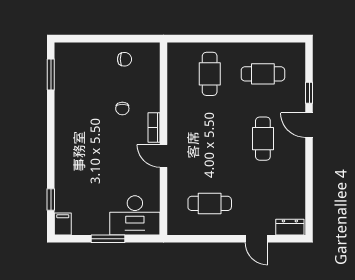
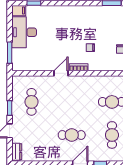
desk: (135, 215) -> (24, 32), moved
window: (108, 239) -> (10, 53), moved
window: (220, 239) -> (10, 108), added

